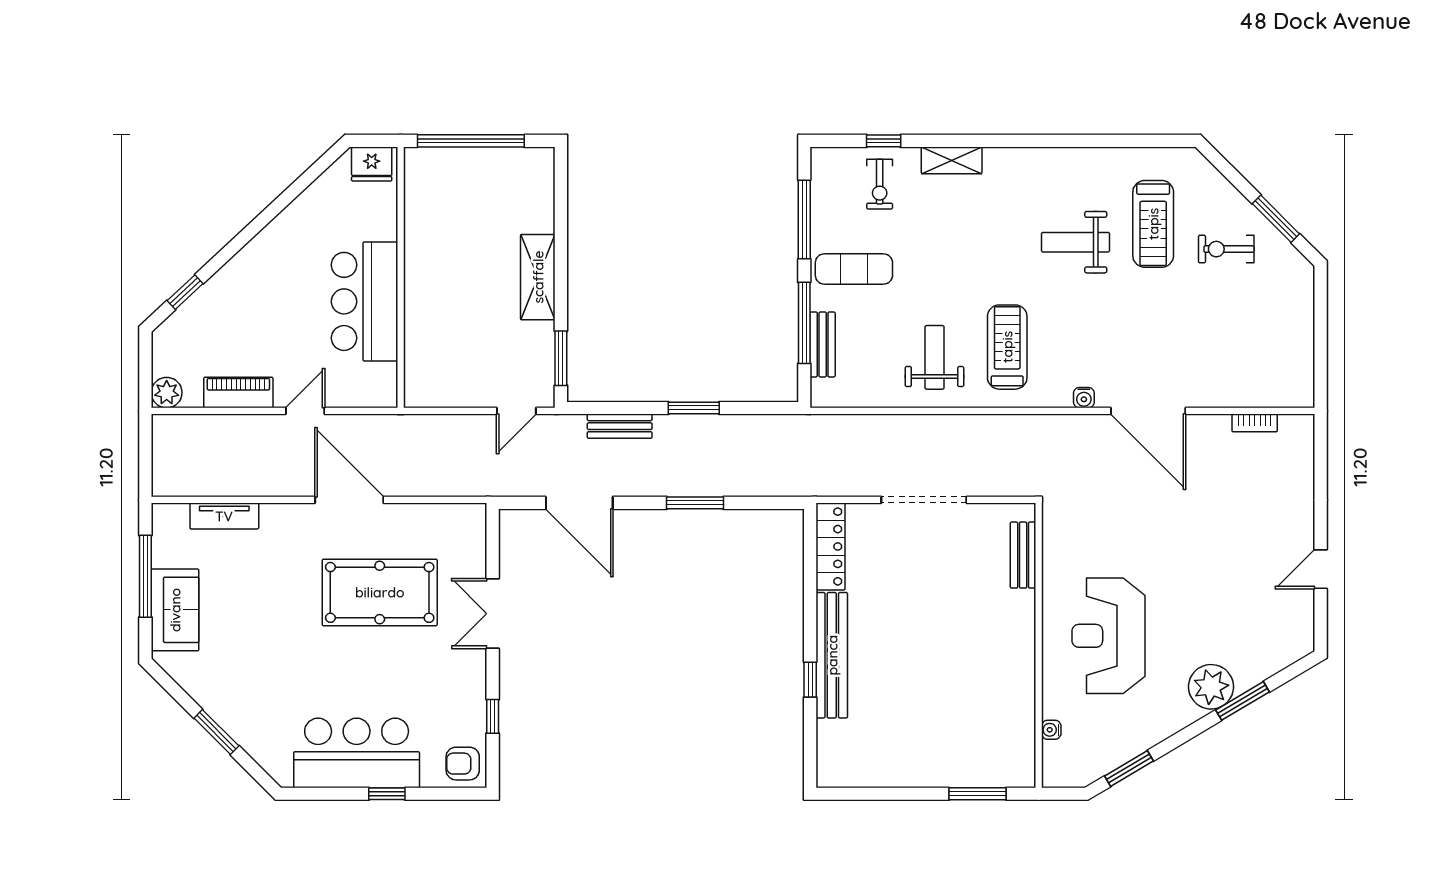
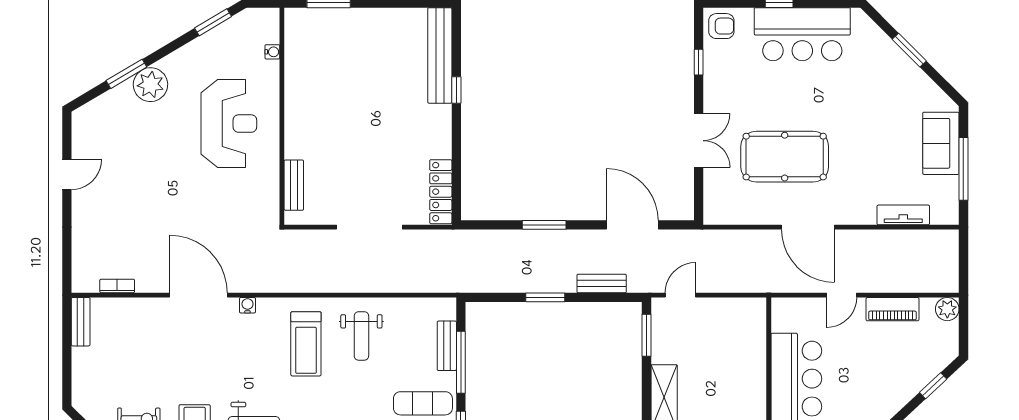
bench: (1303, 376) -> (81, 322), added
bench: (832, 655) -> (440, 55), moved

